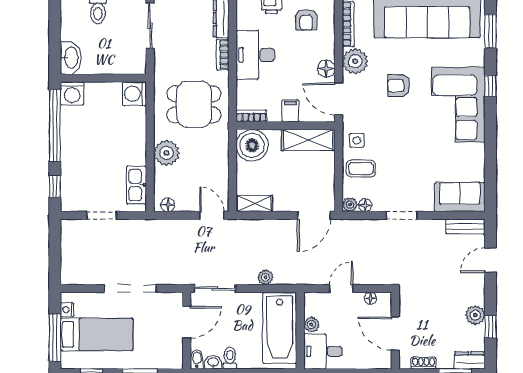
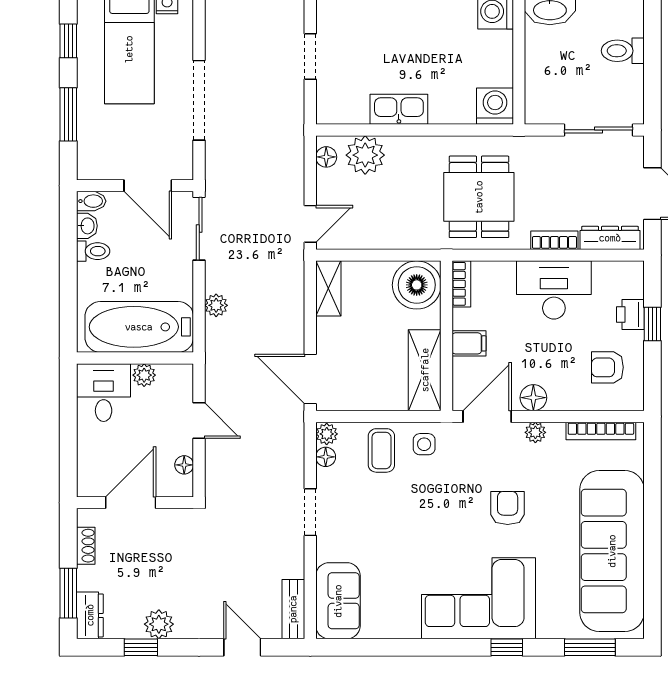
plant: (355, 61) -> (535, 432), width x0.53, depth x0.53
plant: (167, 153) -> (365, 155), moved
kitchen sink: (136, 185) -> (399, 109), moved

